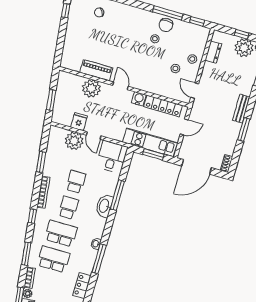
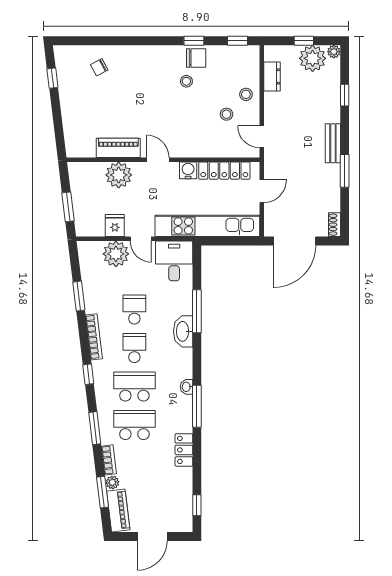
window: (168, 13) -> (194, 41), width x0.46
chair: (166, 25) -> (196, 58), turned -90
kitchen unit: (150, 143) -> (207, 226), width x1.36
window: (153, 154) -> (230, 241), removed

